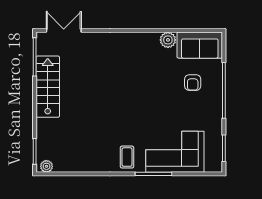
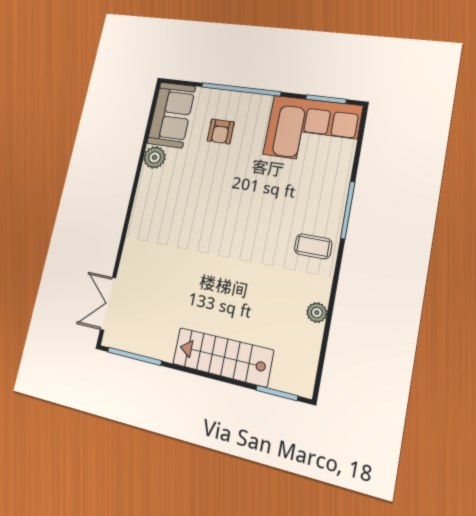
armchair: (193, 83) -> (221, 131), turned 90
stairs: (48, 87) -> (223, 357), moved
corner sofa: (175, 152) -> (312, 130), moved, turned -90
plant: (46, 166) -> (317, 313), moved

